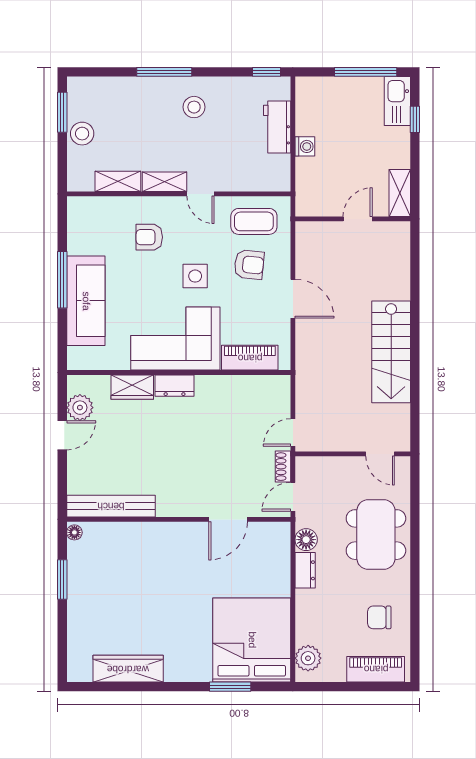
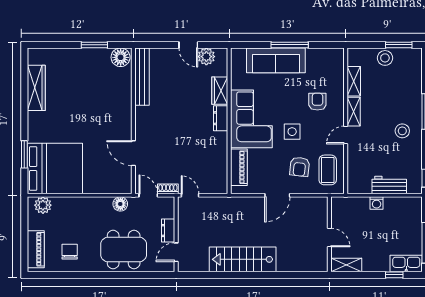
floor lamp: (74, 532) -> (121, 57), width x1.89, depth x1.89
dresser: (305, 570) -> (168, 231), moved, turned 90

